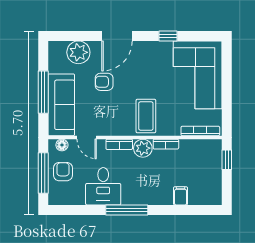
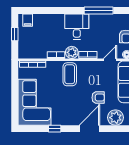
door: (87, 137) -> (110, 60), hinge flipped
window: (227, 160) -> (15, 34), moved
desk: (103, 186) -> (77, 27), moved
filing cabinet: (181, 196) -> (28, 20), moved
window: (127, 210) -> (99, 10), moved

